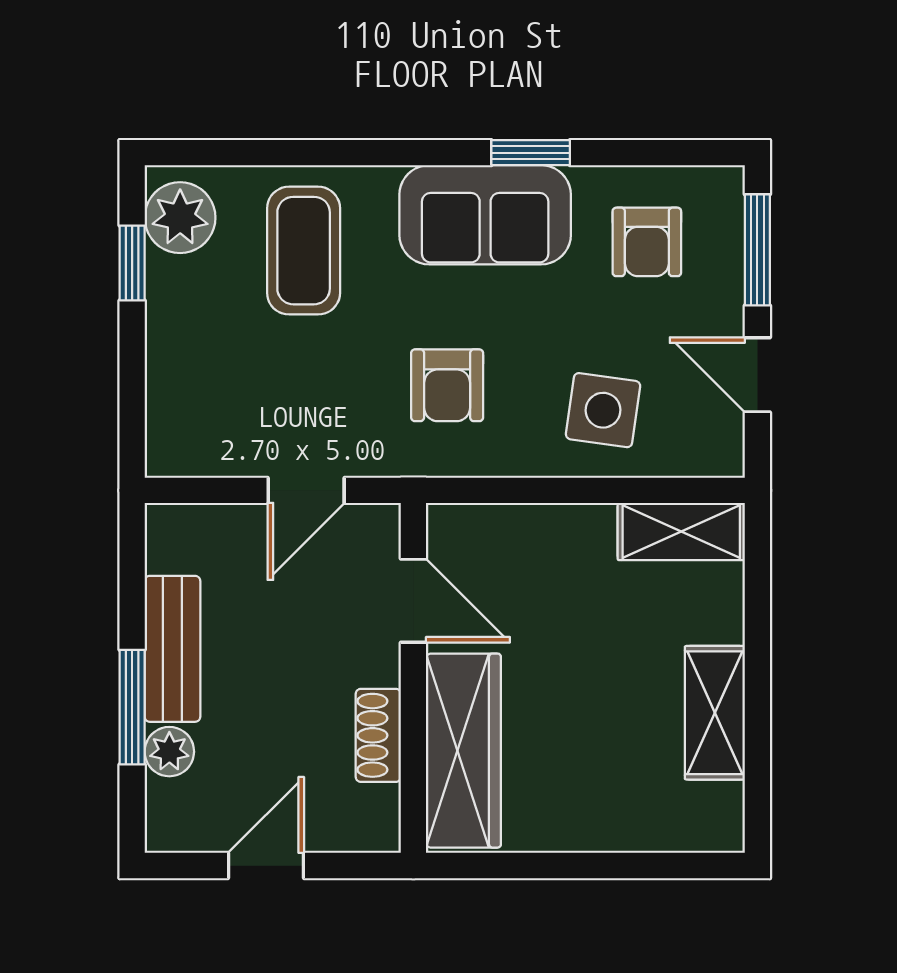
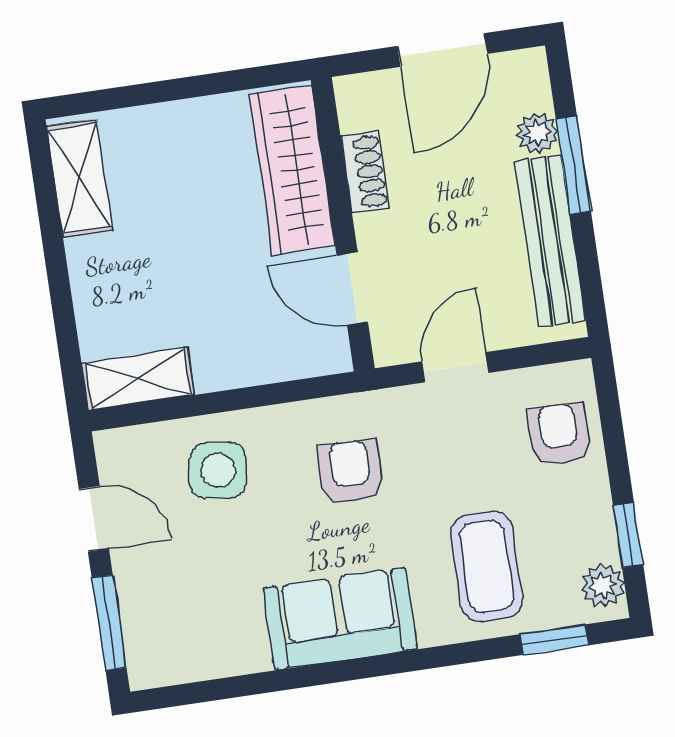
window: (531, 153) -> (554, 640), moved
plant: (180, 218) -> (603, 586), width x0.73, depth x0.73
armchair: (647, 242) -> (559, 434), moved
bench: (172, 649) -> (550, 241), width x1.36
shelving: (715, 713) -> (80, 178), moved
door: (266, 866) -> (442, 50), width x1.38

